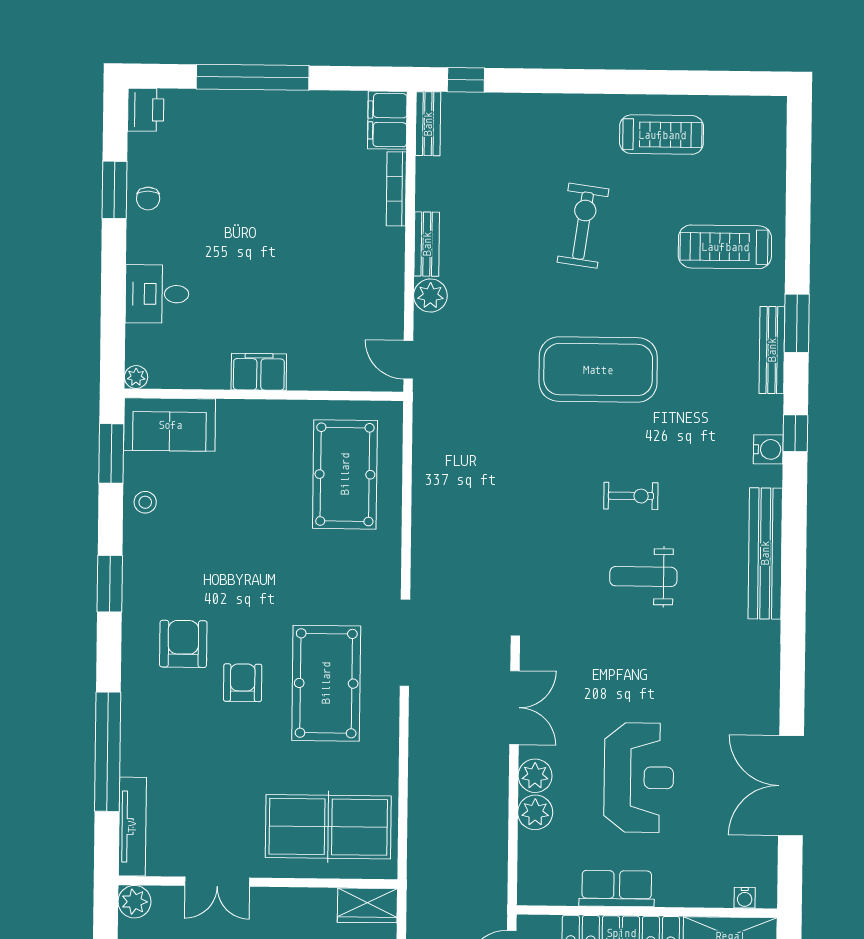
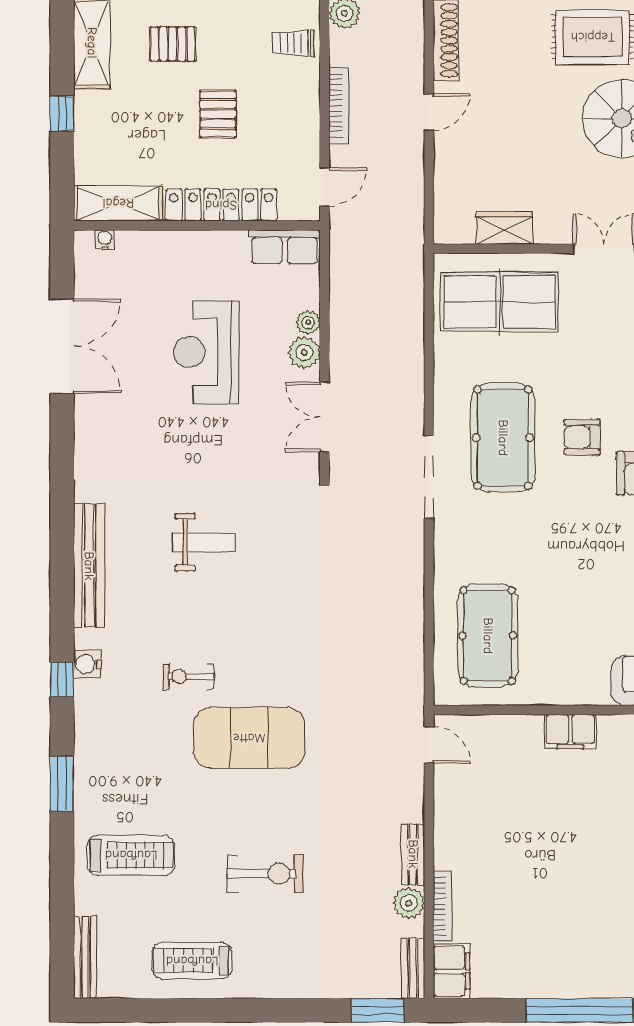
window: (466, 80) -> (378, 1010), width x1.50
exercise bike: (583, 226) -> (265, 874), turned -98
plant: (430, 296) -> (409, 903), moved
bench: (772, 350) -> (85, 957), moved
exercise bike: (631, 496) -> (188, 676), moved
armchair: (243, 683) -> (582, 437), turned 90
plant: (535, 812) -> (308, 322), width x0.73, depth x0.73
row of seats: (617, 889) -> (285, 247), moved
wardrobe: (367, 905) -> (504, 228), moved

